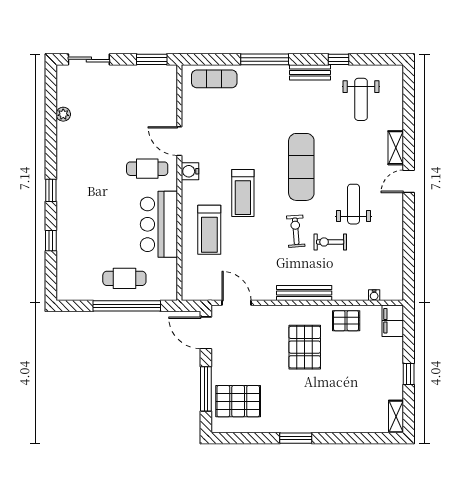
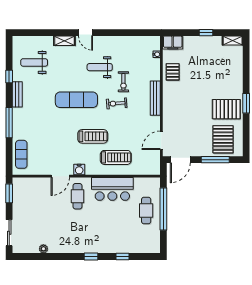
weight bench: (361, 99) -> (34, 62), turned 180
pallet: (305, 347) -> (226, 109), moved

